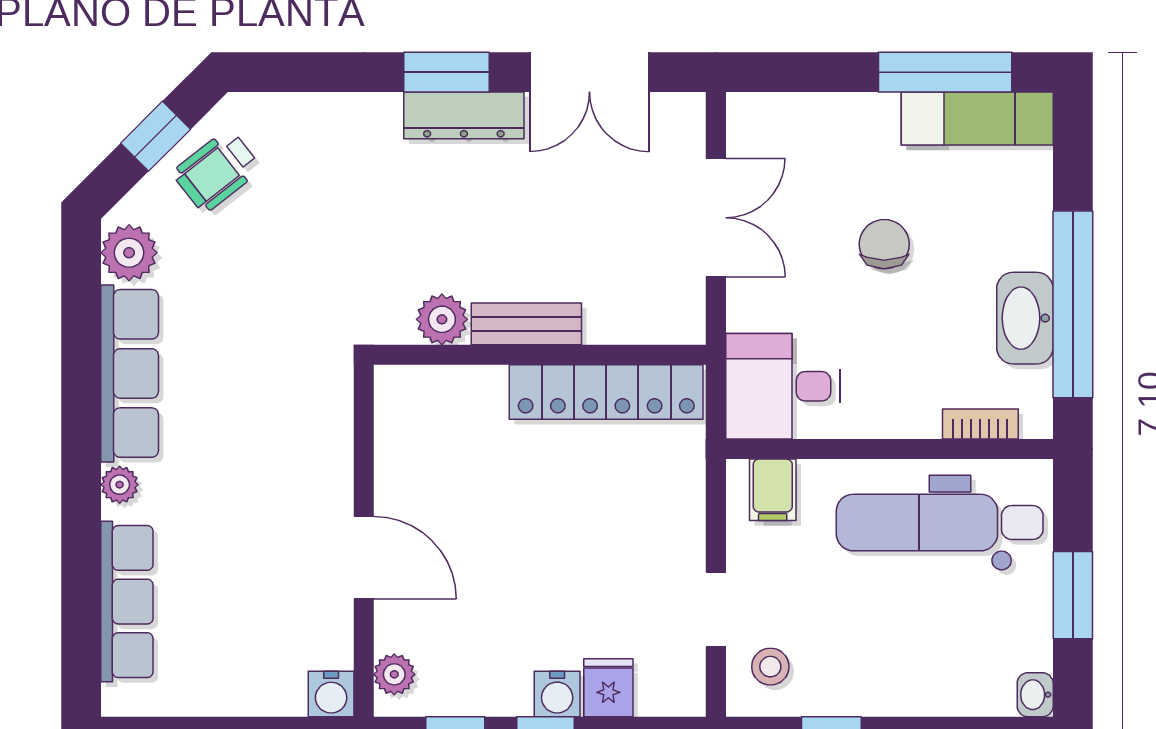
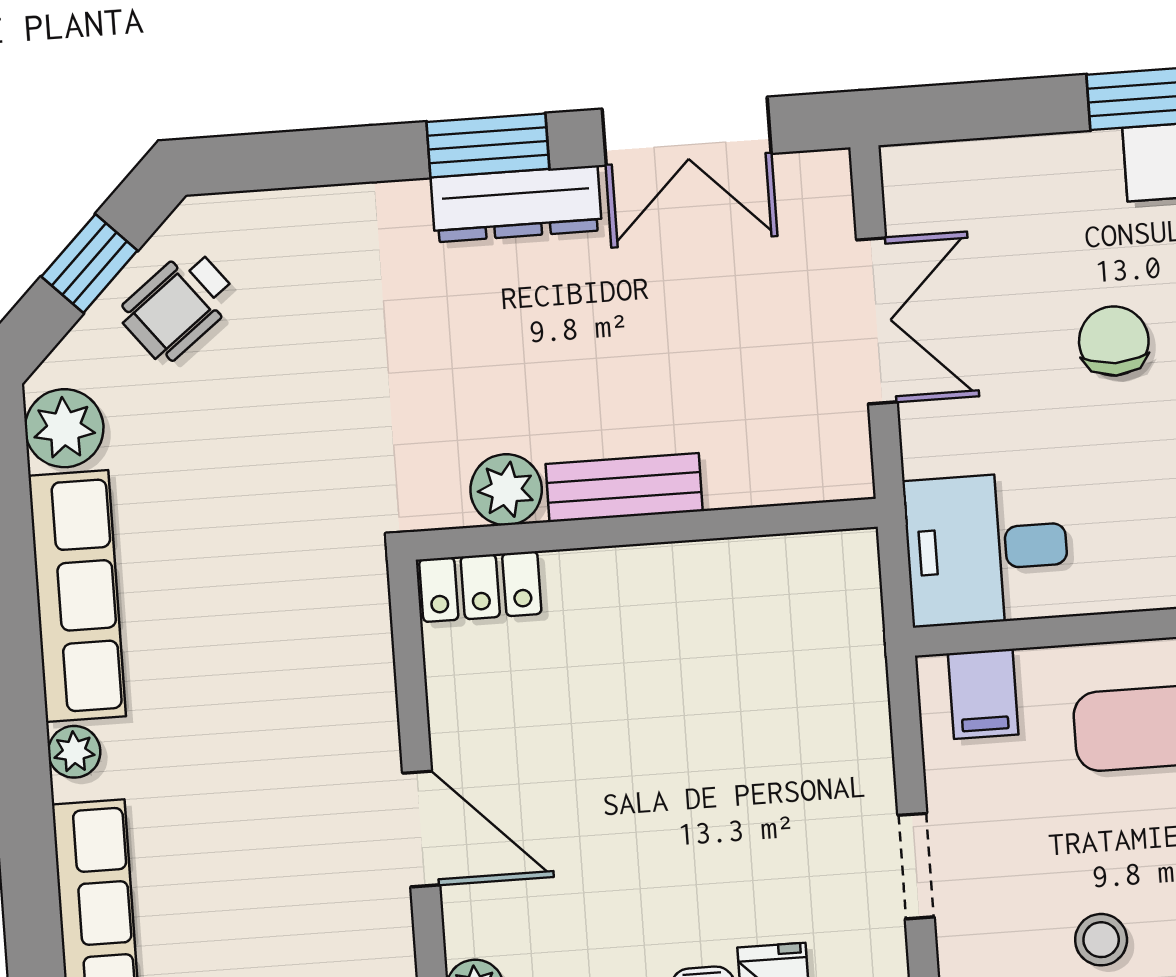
locker: (606, 392) -> (480, 587), moved, width x0.46, depth x0.83
stool: (770, 667) -> (1101, 940), moved

